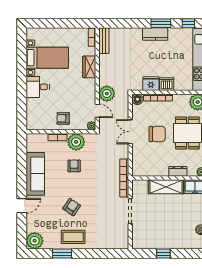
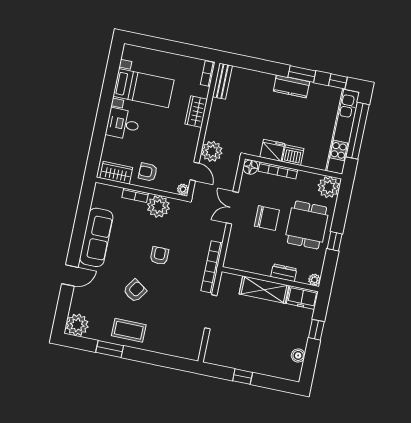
wardrobe: (40, 124) -> (116, 173), added
armchair: (74, 166) -> (159, 256), moved

